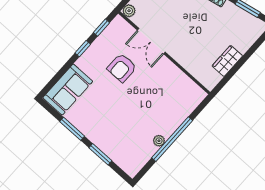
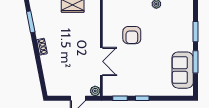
armchair: (122, 68) -> (132, 35), moved, turned 90
sofa: (68, 90) -> (183, 70), moved, turned -90

